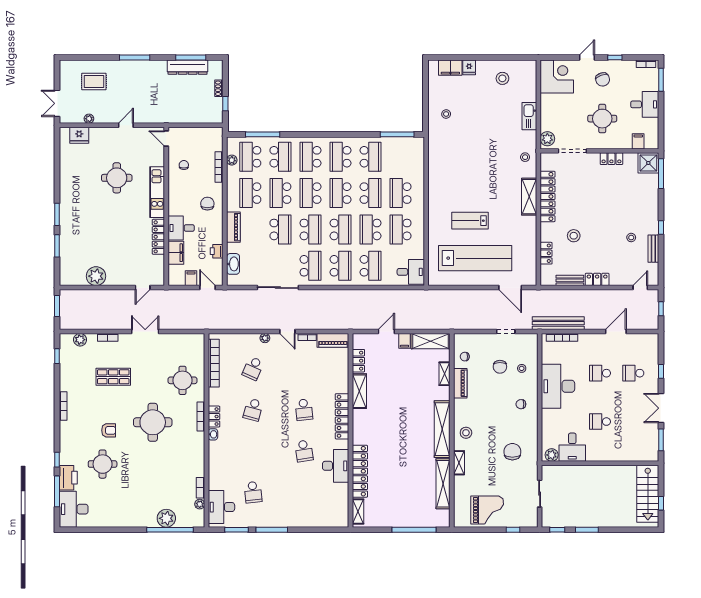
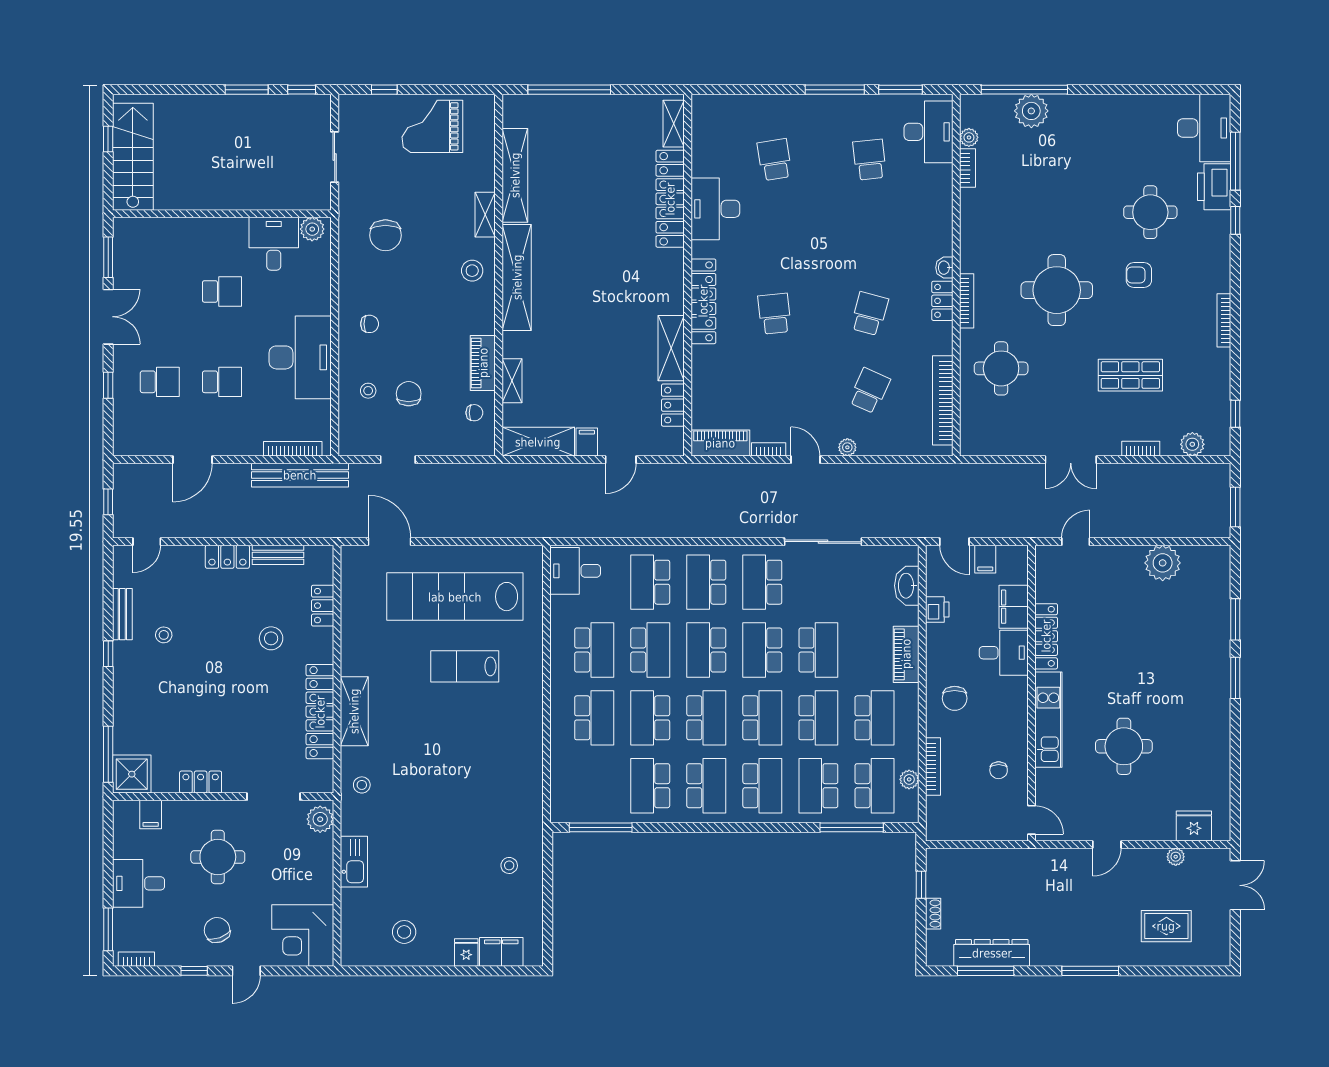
lab bench: (470, 221) -> (465, 666), turned 180
school desk: (280, 229) -> (818, 650), turned 180
school desk: (304, 451) -> (774, 160), moved

